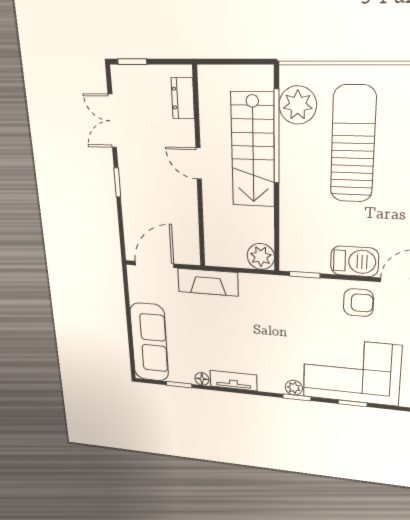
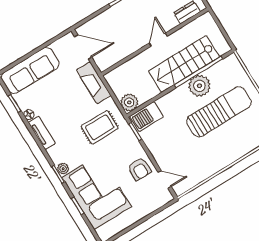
plant: (298, 105) -> (199, 86), moved
barbecue: (355, 261) -> (147, 117), moved, turned 90
rug: (270, 313) -> (100, 127), added

